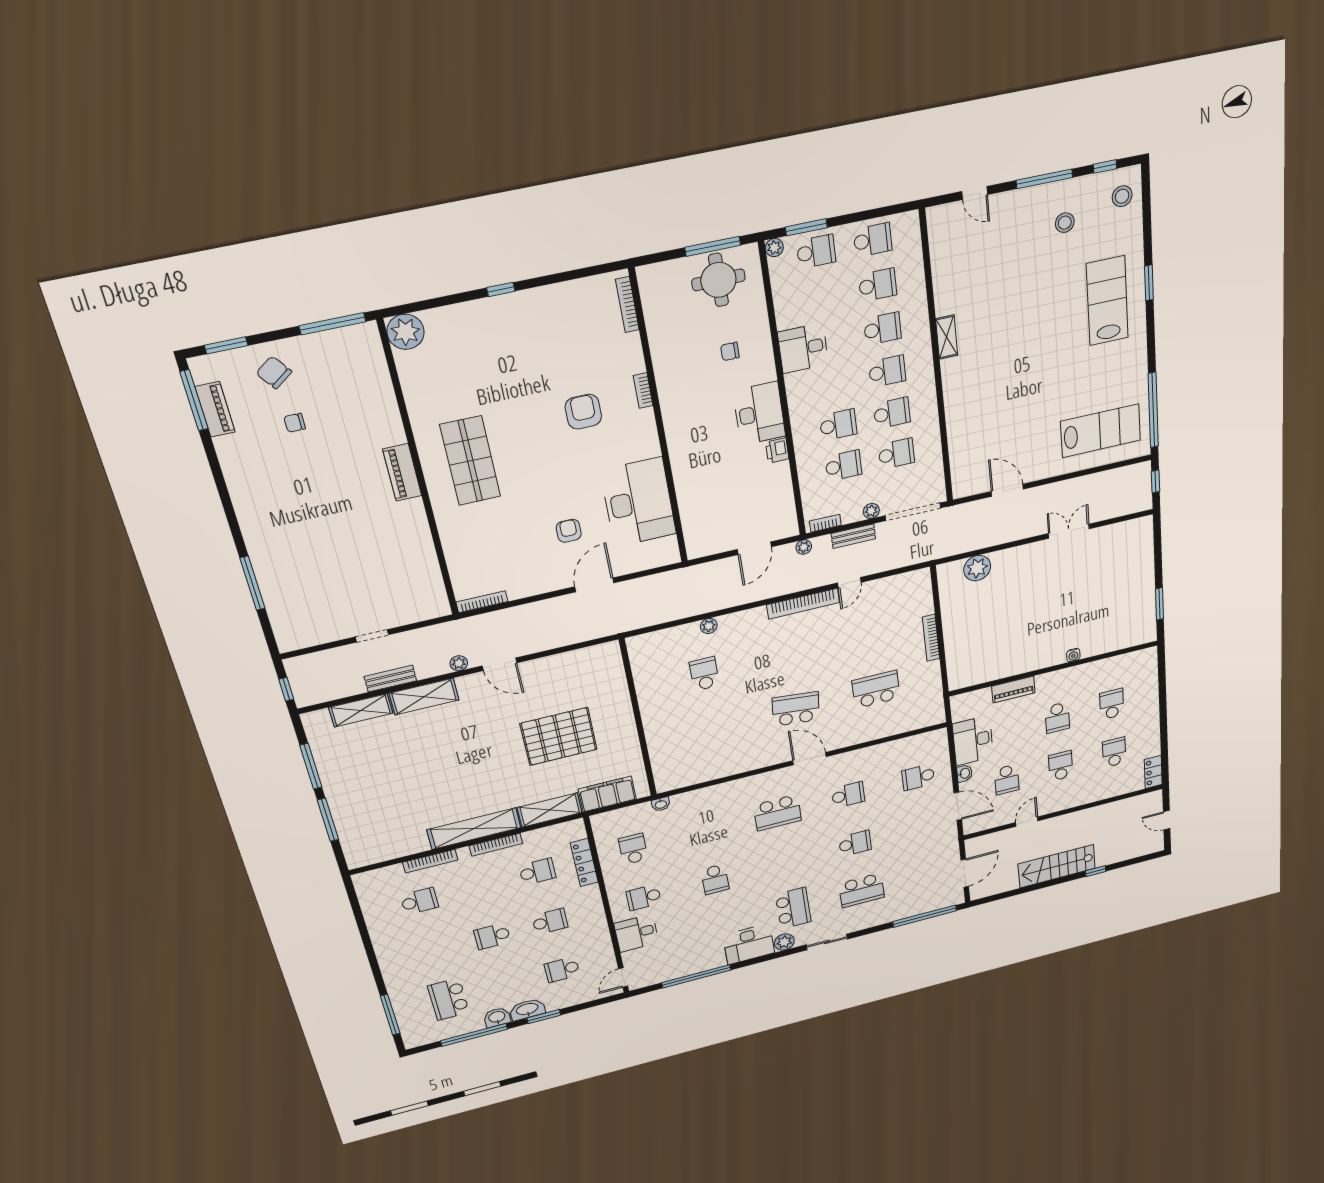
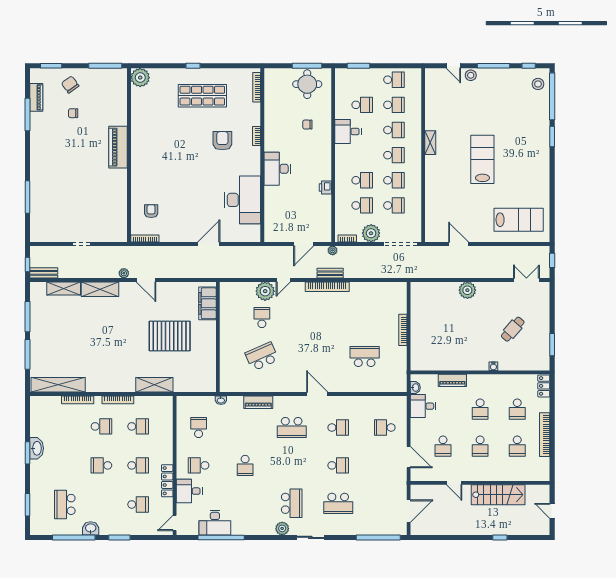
stool: (1065, 223) -> (471, 75), moved
plant: (774, 248) -> (340, 73), removed
school desk: (816, 251) -> (362, 105), moved
lab bench: (1107, 301) -> (482, 159), moved
window: (194, 400) -> (28, 115), moved
window: (1153, 410) -> (552, 96), moved
desk: (759, 413) -> (277, 169), moved, turned 180
shop shelf: (470, 461) -> (202, 96), moved, turned 90
piano: (402, 472) -> (118, 147), width x1.37, depth x1.33
plant: (871, 511) -> (371, 233), width x1.88, depth x1.88
armchair: (569, 531) -> (151, 211), moved
double door: (1069, 531) -> (526, 280), moved
bench: (853, 536) -> (330, 273), moved
plant: (977, 568) -> (467, 290), moved
door: (849, 583) -> (283, 280), moved
cafe table: (1099, 596) -> (513, 329), added
plant: (709, 626) -> (265, 291), width x1.87, depth x1.87
bench: (390, 679) -> (44, 273), moved
school desk: (1112, 704) -> (517, 409), turned 180
school desk: (796, 709) -> (262, 356), moved, turned -30
bookcase: (1153, 727) -> (545, 435), added
desk: (973, 741) -> (423, 406), width x0.73
school desk: (1114, 752) -> (517, 446), turned 180
school desk: (1061, 766) -> (480, 446), turned 180
locker: (1153, 772) -> (544, 386), moved
washbasin: (965, 773) -> (415, 388), moved
piano: (720, 792) -> (258, 402), added
filing cabinet: (607, 794) -> (207, 303), moved, turned -90
door: (1027, 822) -> (454, 483), swing flipped
shelving: (474, 829) -> (58, 385), moved
locker: (584, 863) -> (167, 481), moved
stairs: (1057, 866) -> (498, 495), moved, turned 180
school desk: (419, 901) -> (101, 426), moved
desk: (749, 944) -> (215, 523), moved
window: (370, 950) -> (28, 453), added
school desk: (562, 970) -> (138, 504), turned 180
washbasin: (527, 1009) -> (37, 448), moved, turned 90
window: (390, 1015) -> (28, 505), width x0.69

